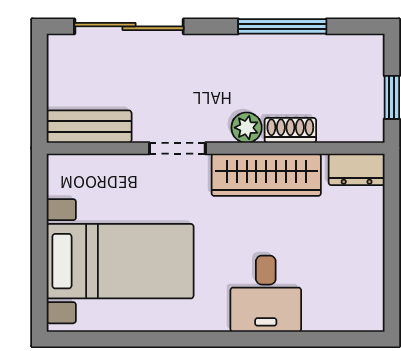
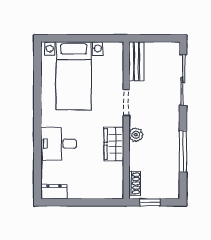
shoe rack: (290, 130) -> (135, 183), moved
dresser: (357, 169) -> (54, 192), moved, turned 90
wardrobe: (266, 175) -> (114, 144), width x0.67

